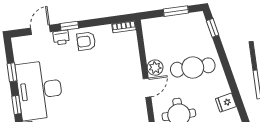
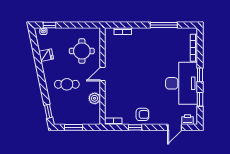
window: (69, 26) -> (135, 127), moved
printer: (61, 38) -> (188, 120), moved
cafe table: (193, 67) -> (67, 84), width x0.73, depth x0.74
plant: (155, 68) -> (95, 98), moved

